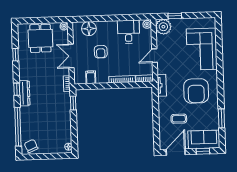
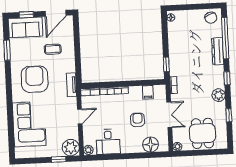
plant: (25, 74) -> (219, 95), added
dresser: (24, 93) -> (218, 51), moved

